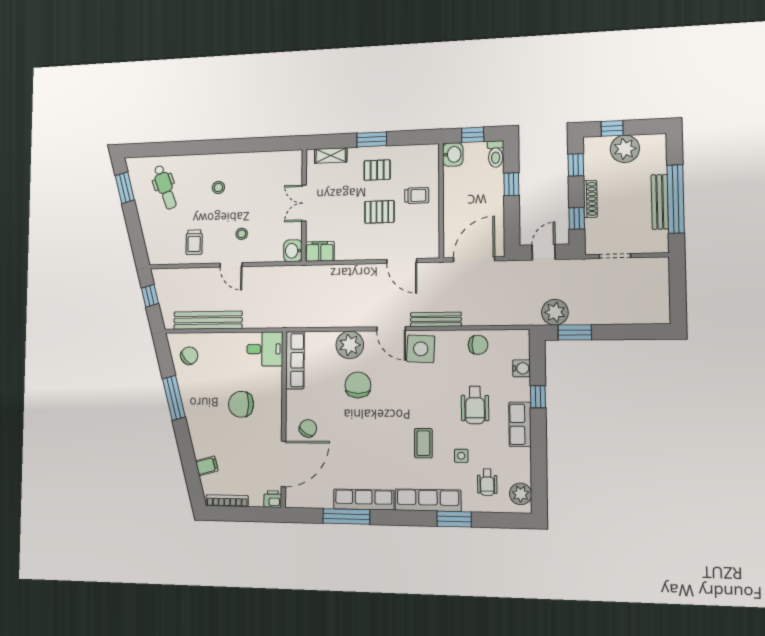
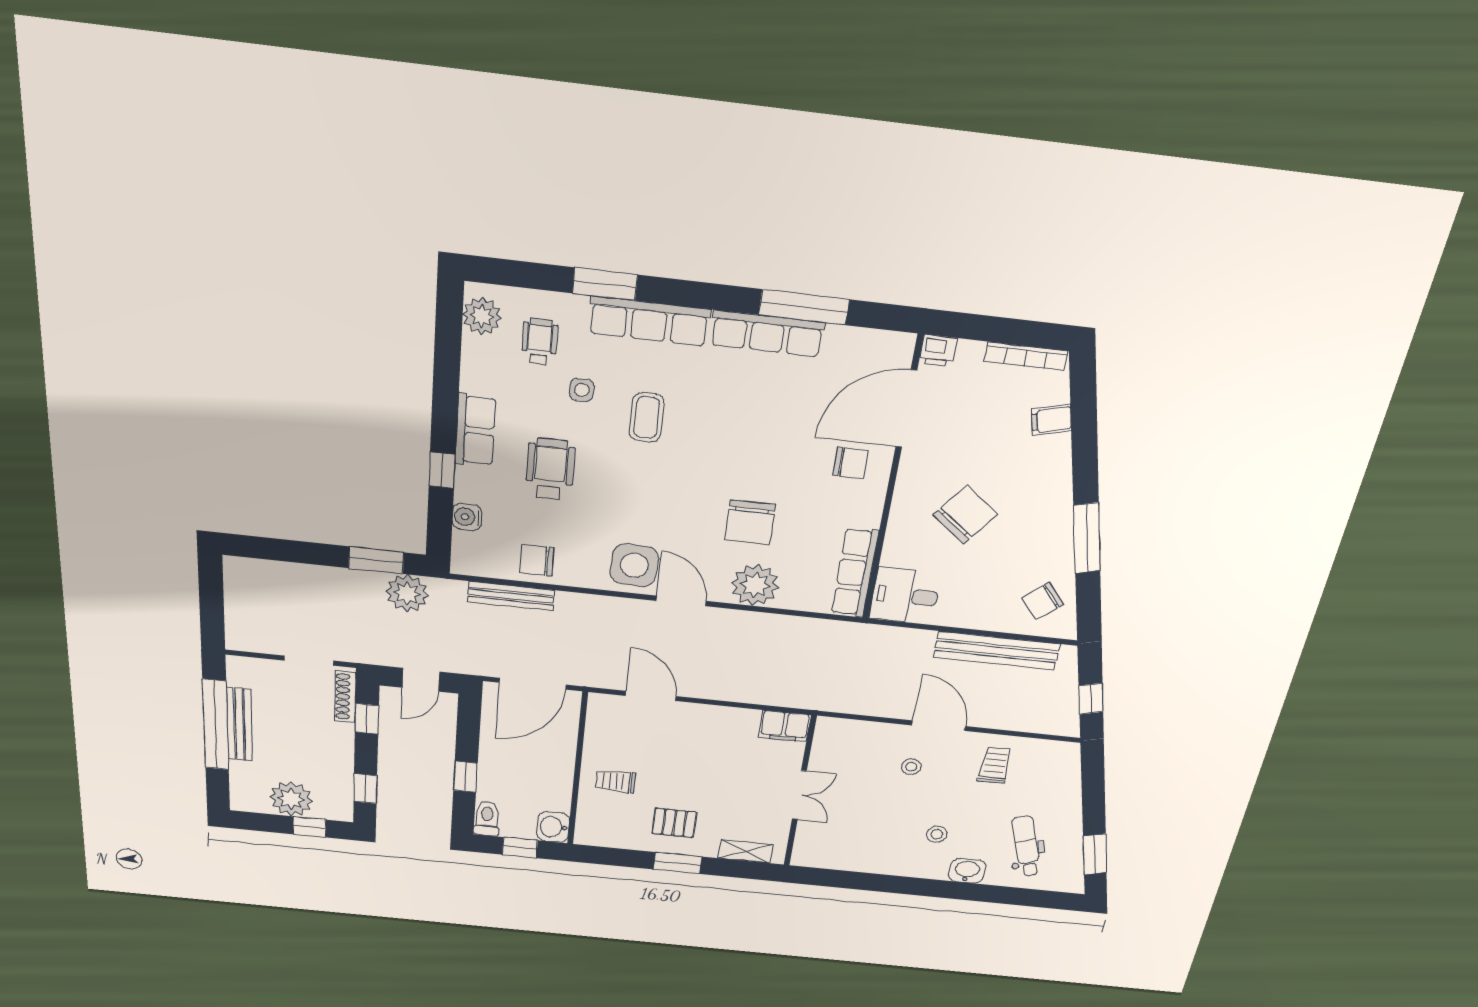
shoe rack: (590, 199) -> (345, 697), moved
pallet: (379, 212) -> (678, 767), removed
washbasin: (293, 251) -> (967, 871), moved, turned -90
door: (231, 265) -> (939, 726), width x1.37
bench: (436, 319) -> (511, 596), moved
chair: (241, 404) -> (965, 515), turned -53
chair: (308, 428) -> (851, 463), turned -123

